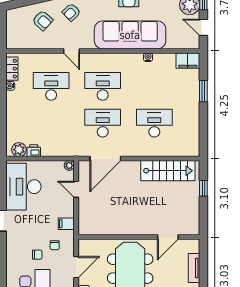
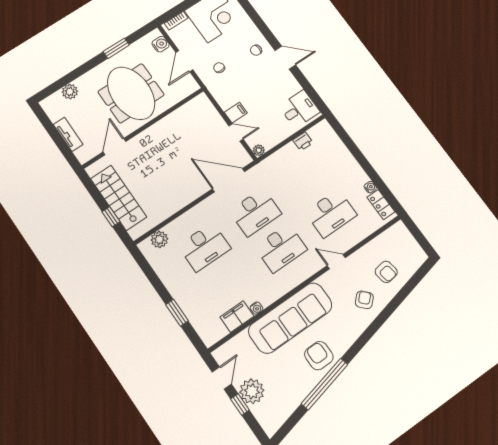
armchair: (43, 20) -> (386, 272), turned -141
door: (203, 27) -> (222, 378), hinge flipped
filing cabinet: (188, 61) -> (237, 317), moved
plant: (19, 150) -> (159, 239), moved
door: (105, 159) -> (229, 180), hinge flipped
stairs: (168, 171) -> (119, 198), moved, turned 90
desk: (23, 187) -> (299, 109), width x0.53, depth x0.77
filing cabinet: (66, 224) -> (236, 113), moved
chair: (37, 255) -> (256, 50), moved

